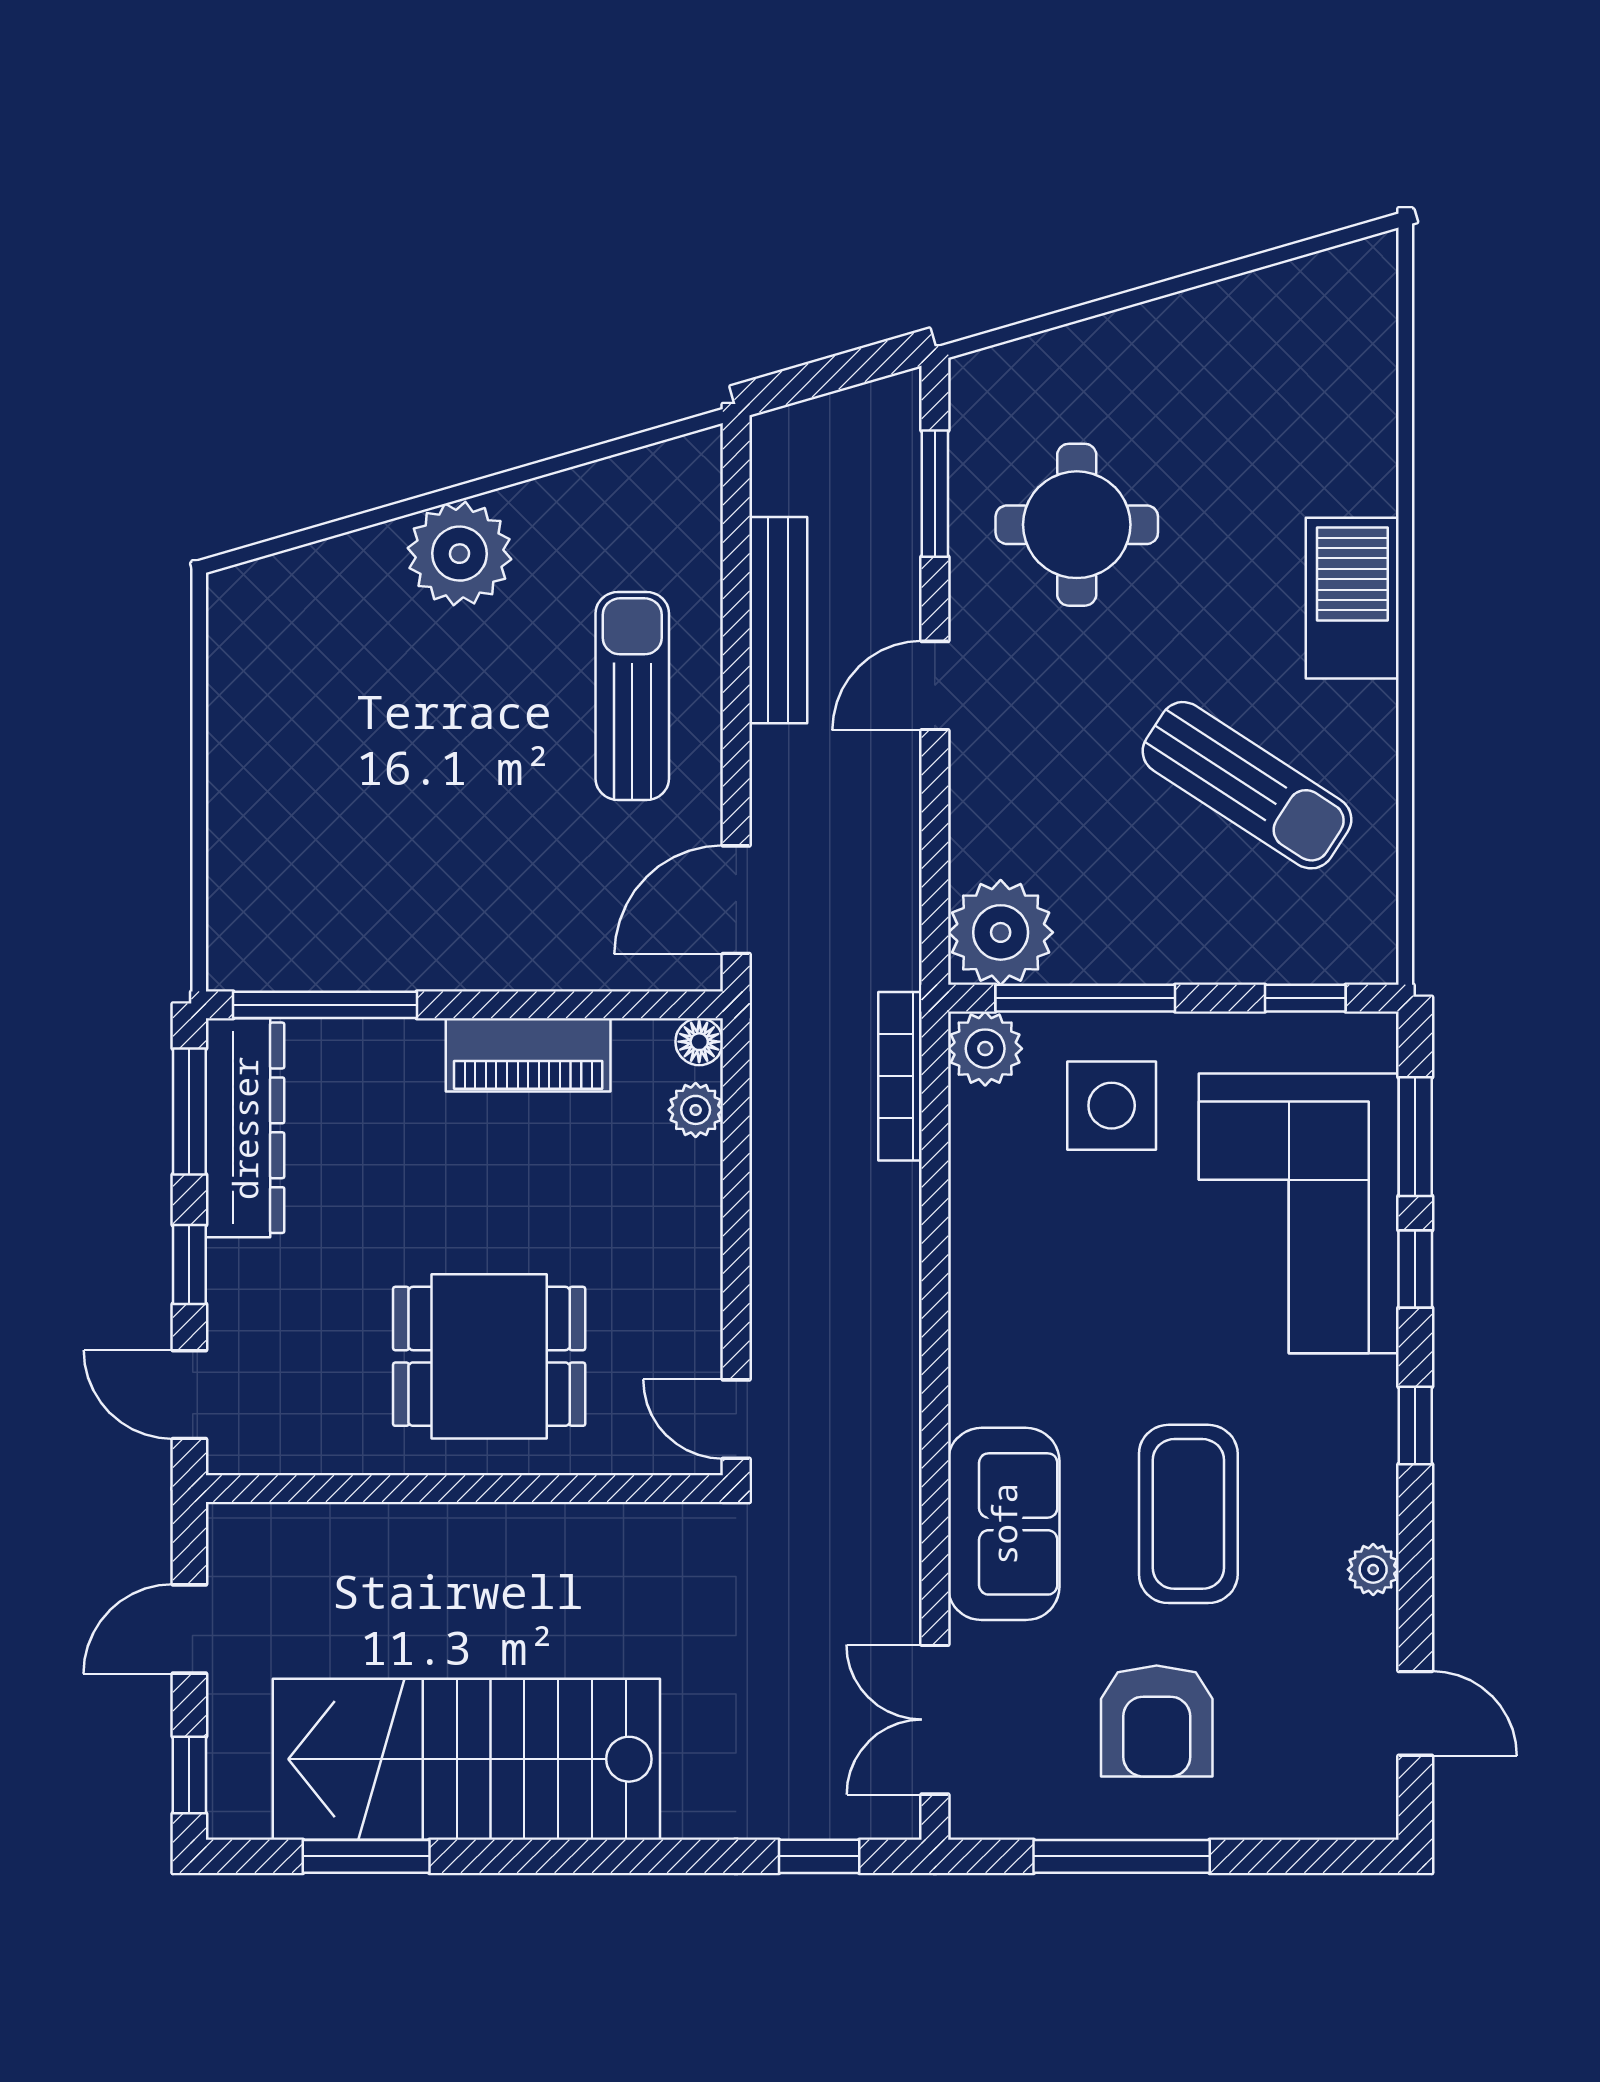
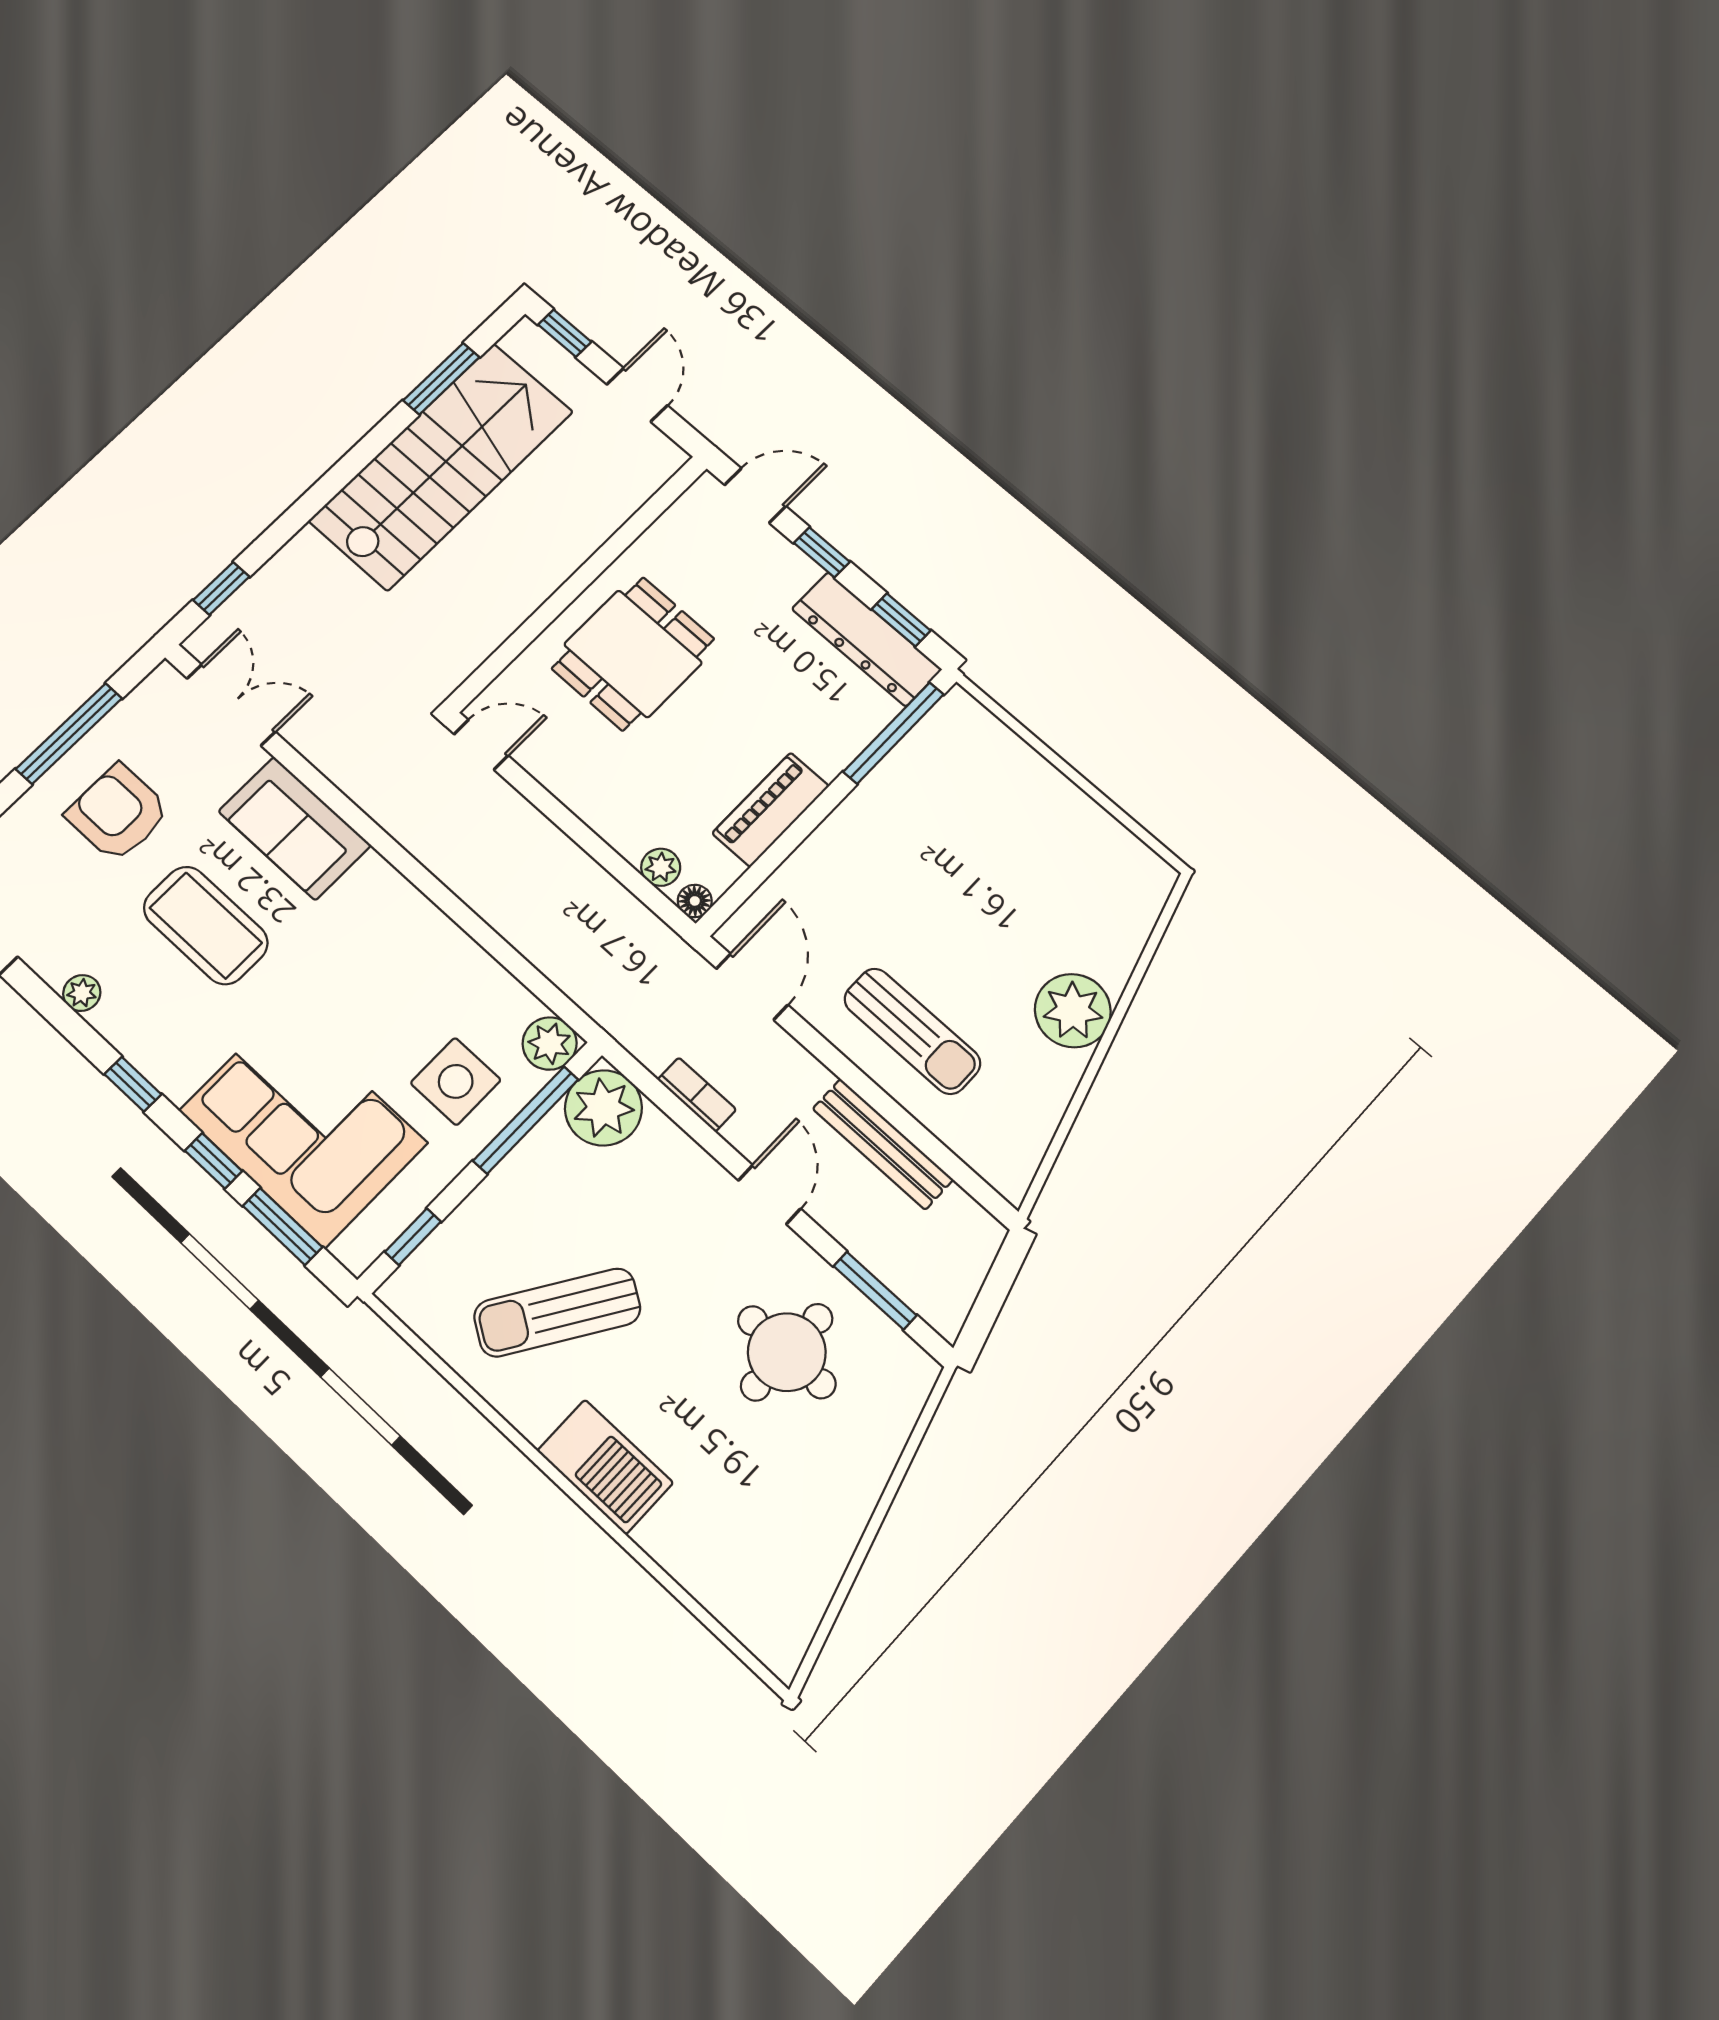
bookcase: (900, 1076) -> (697, 1095), moved, width x0.64
window: (189, 1111) -> (901, 620), width x0.67

